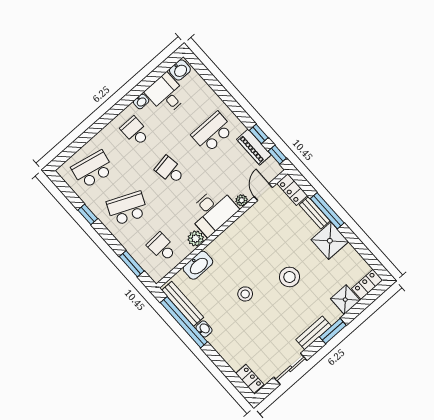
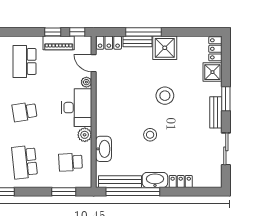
school desk: (127, 208) -> (25, 162), turned -30
washbasin: (204, 329) -> (155, 180), width x1.91, depth x1.45
locker: (250, 379) -> (181, 182), moved

